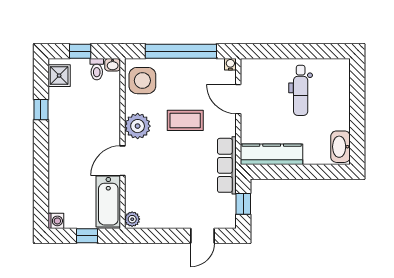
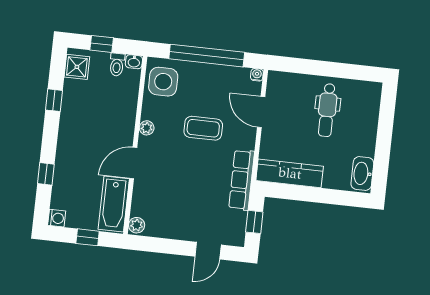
plant: (138, 126) -> (147, 128), width x0.53, depth x0.53
window: (41, 180) -> (46, 174), added

